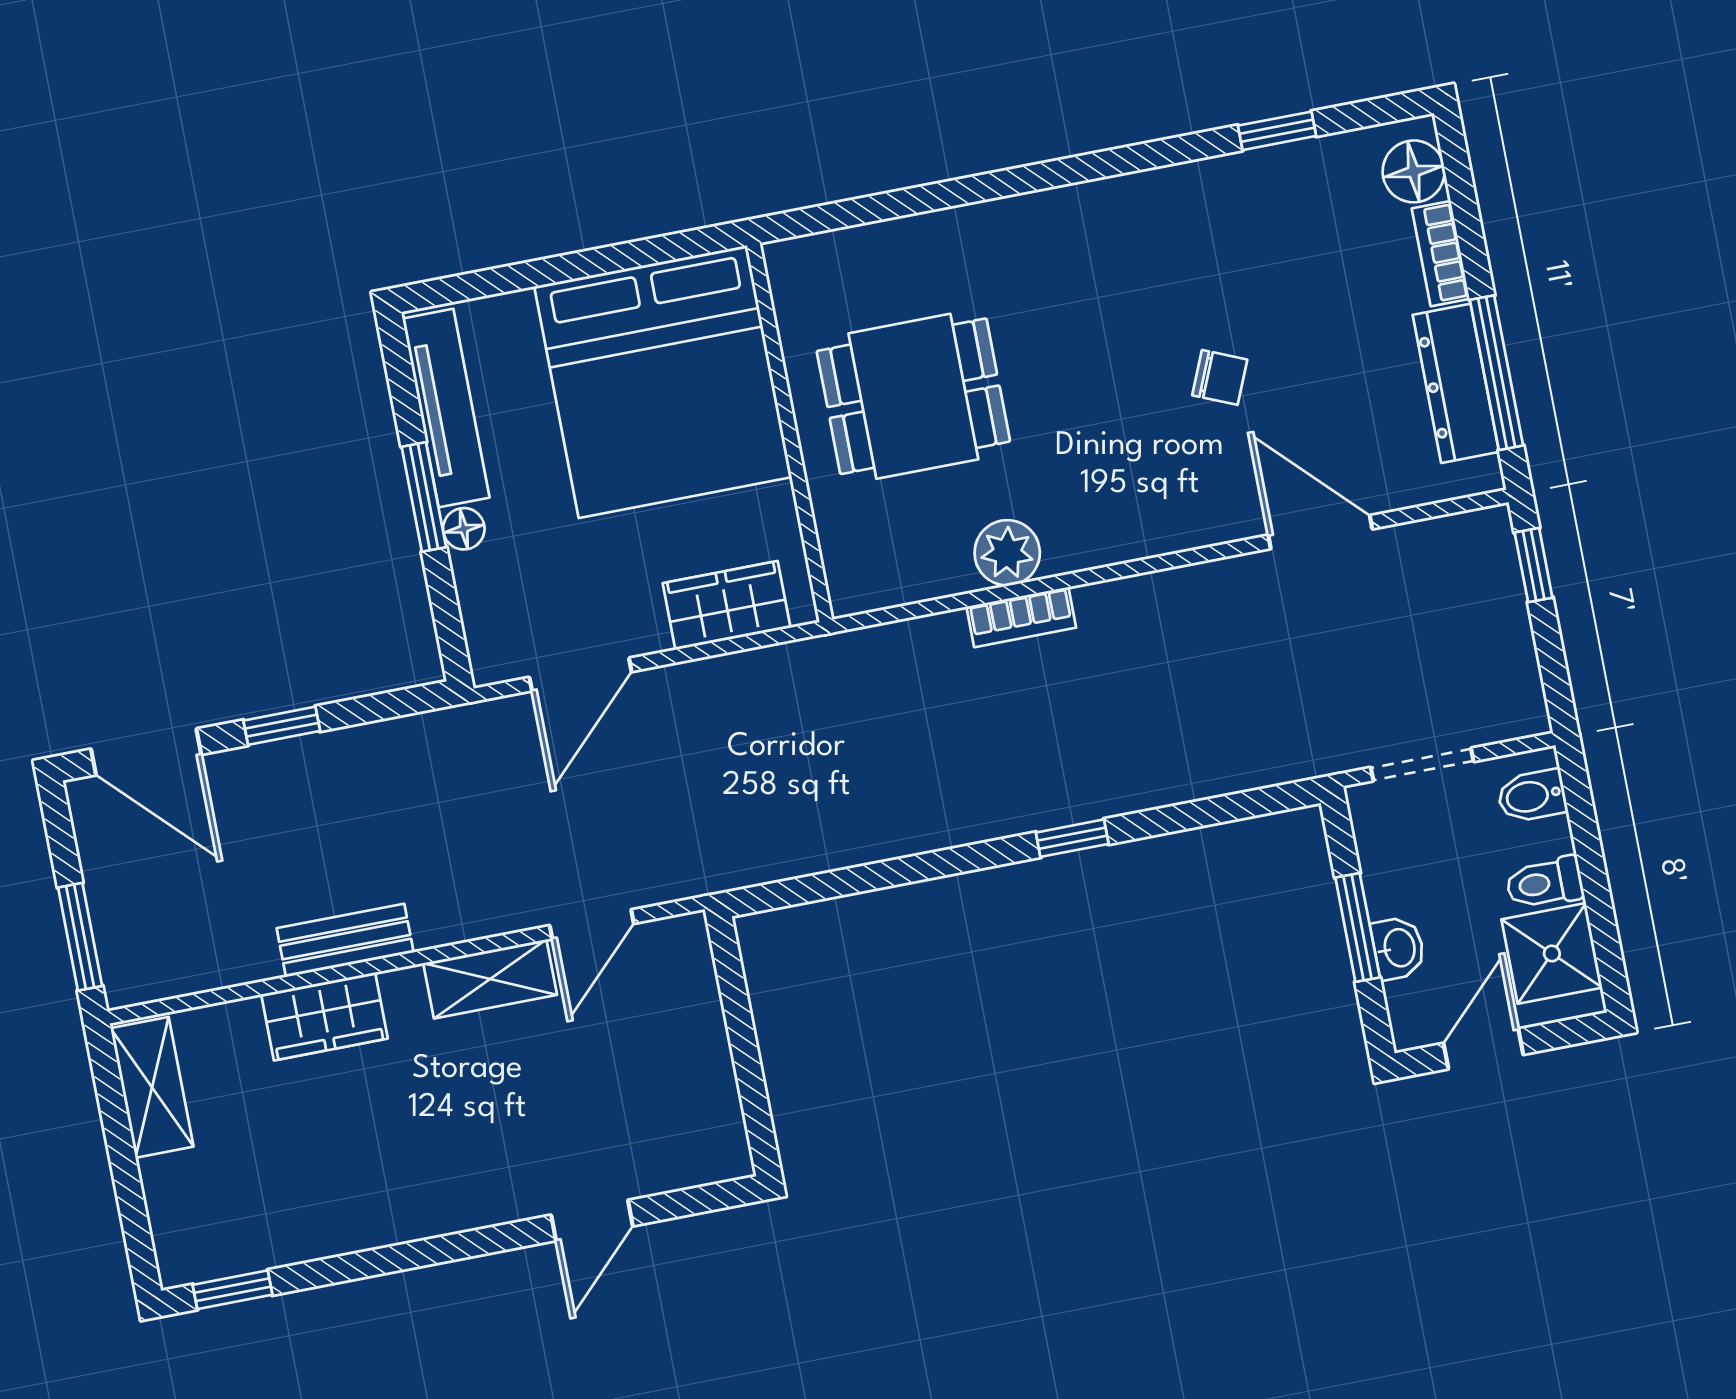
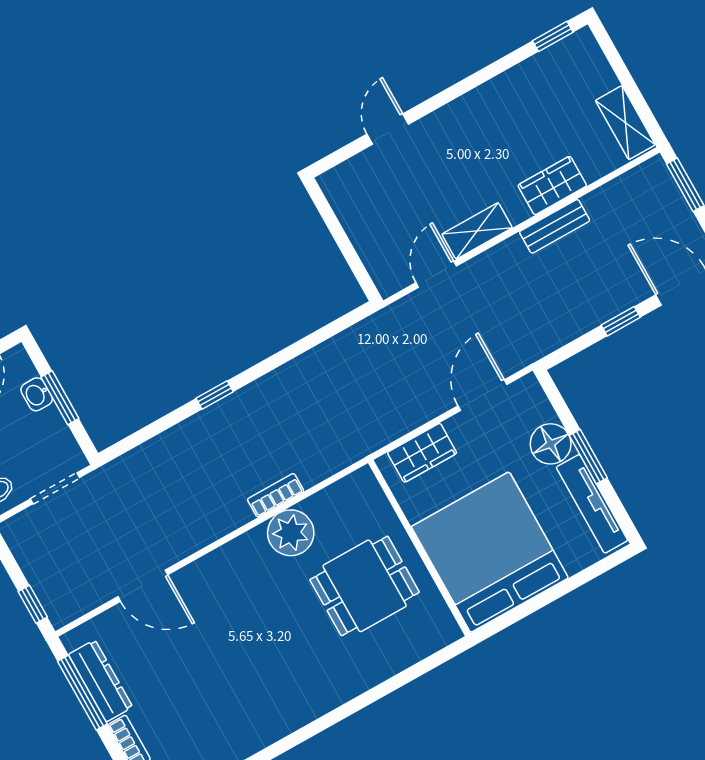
chair: (1220, 377) -> (217, 645), removed
floor lamp: (464, 529) -> (551, 444), width x1.89, depth x1.89
plant: (1007, 553) -> (291, 533), width x1.36, depth x1.36

